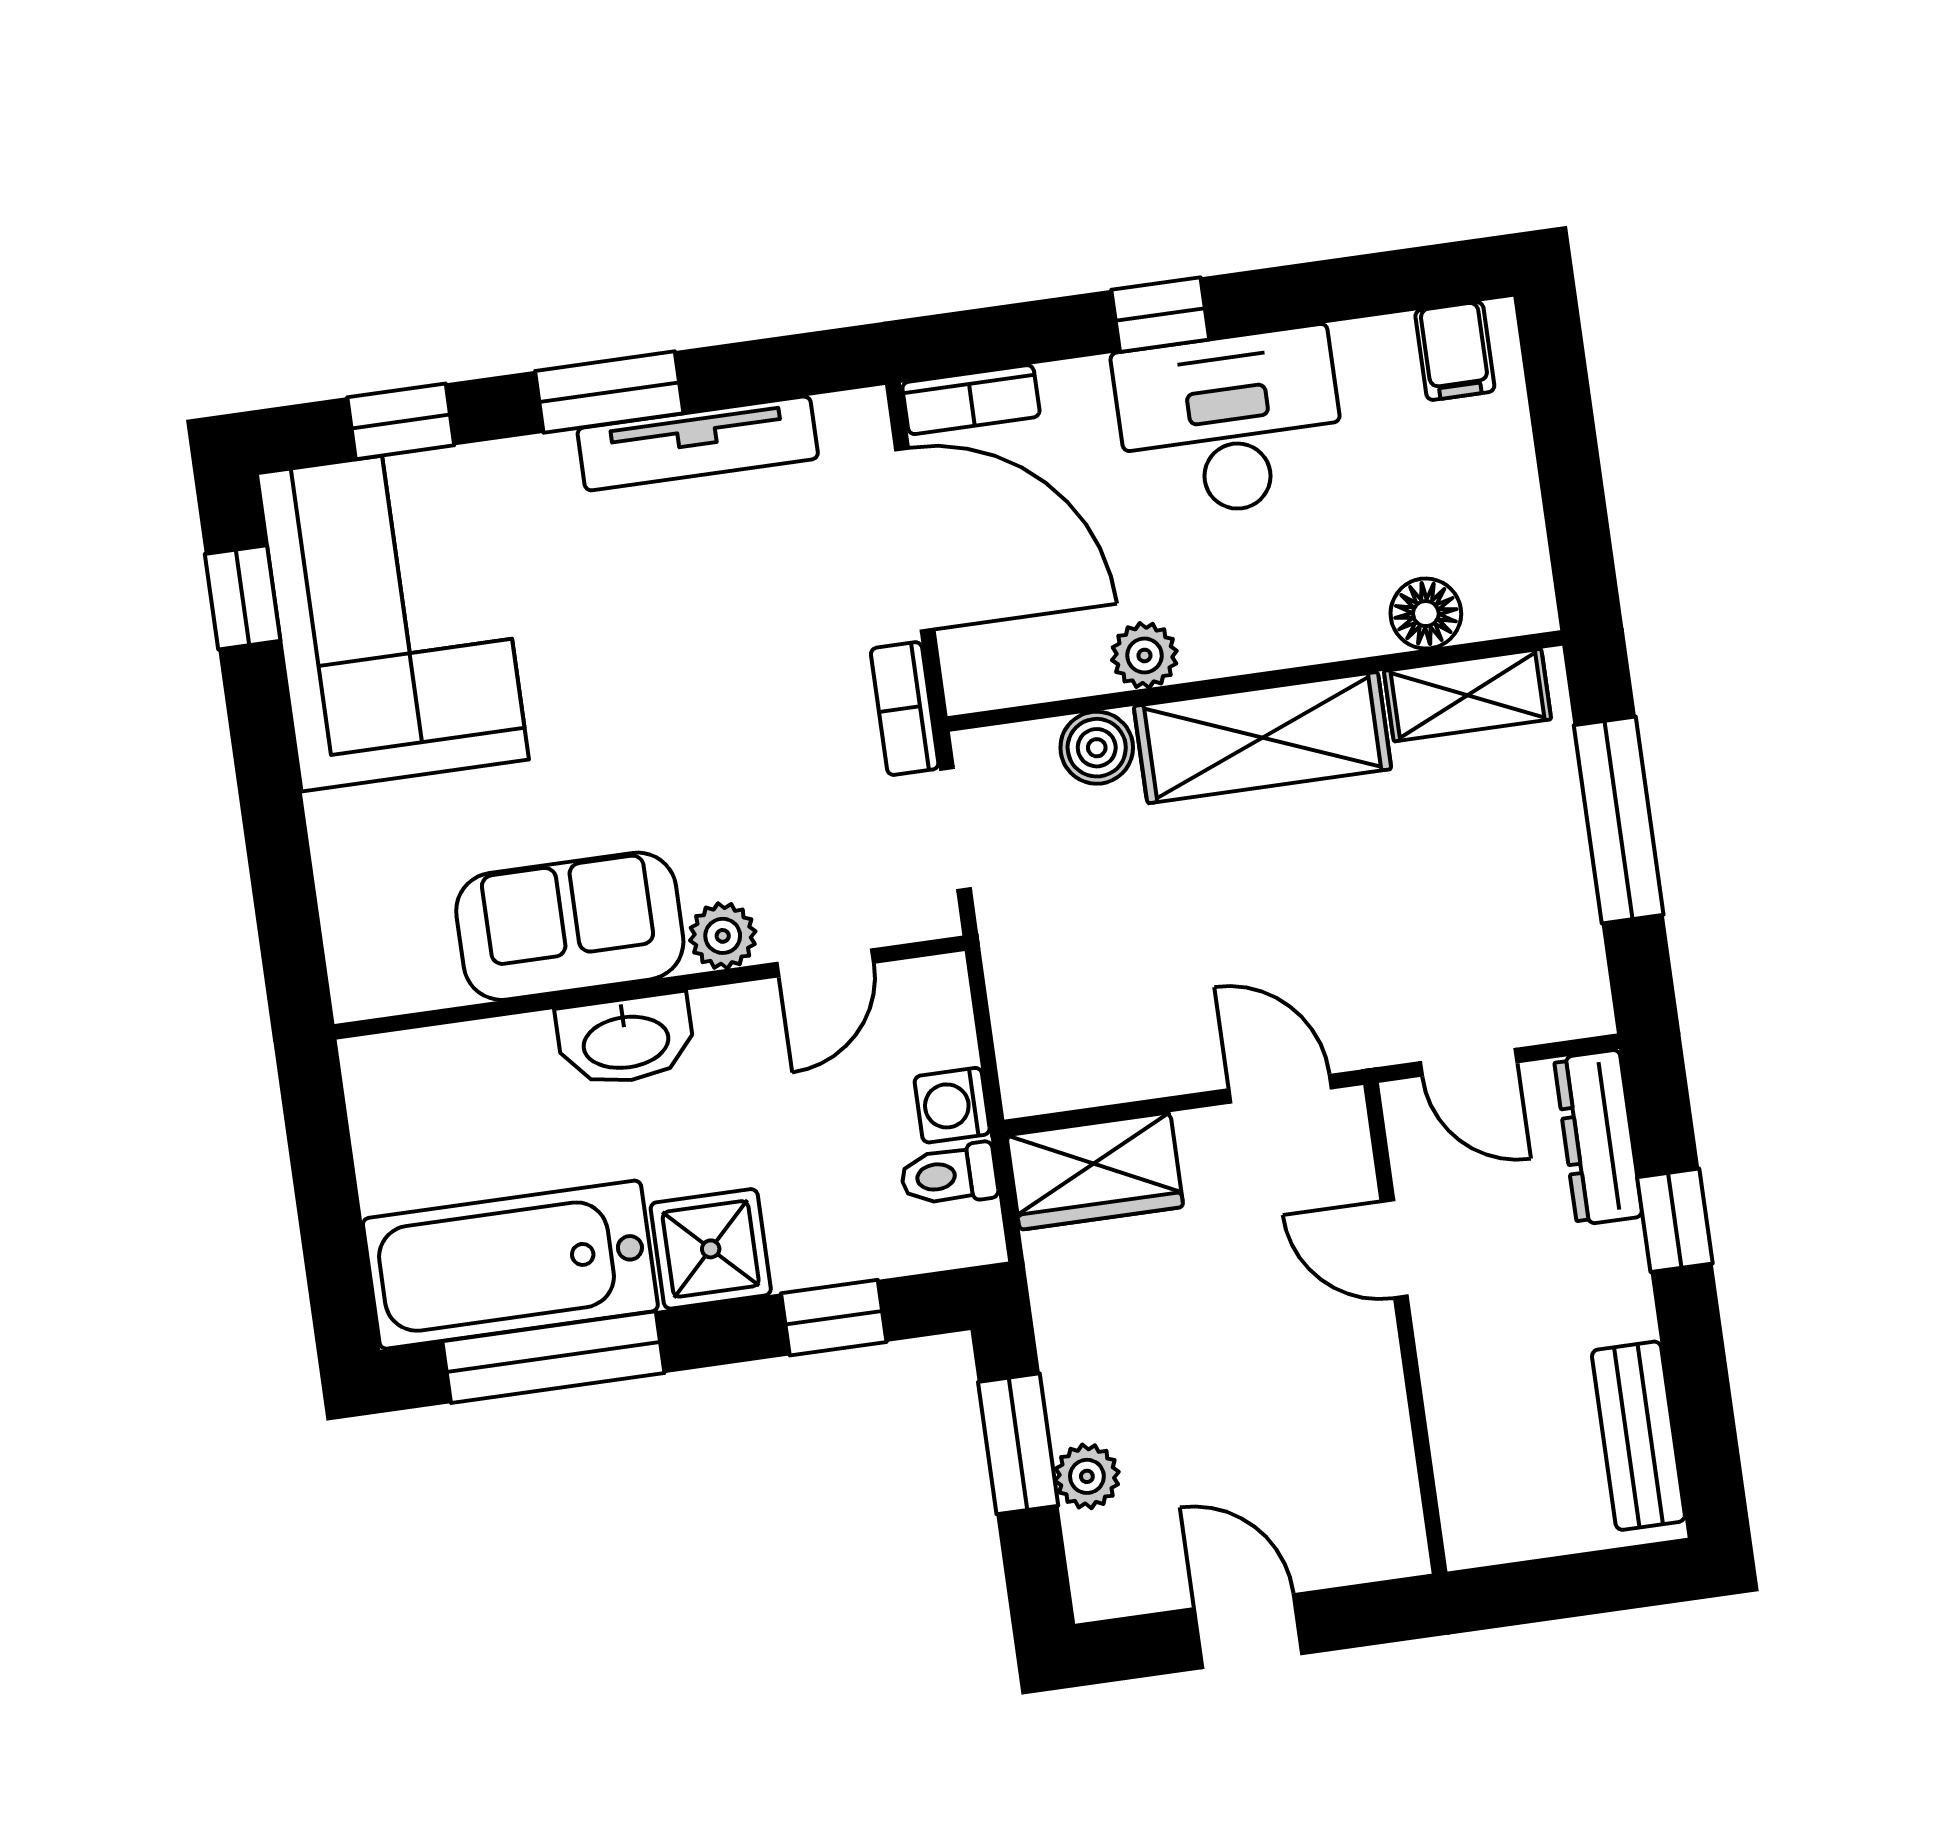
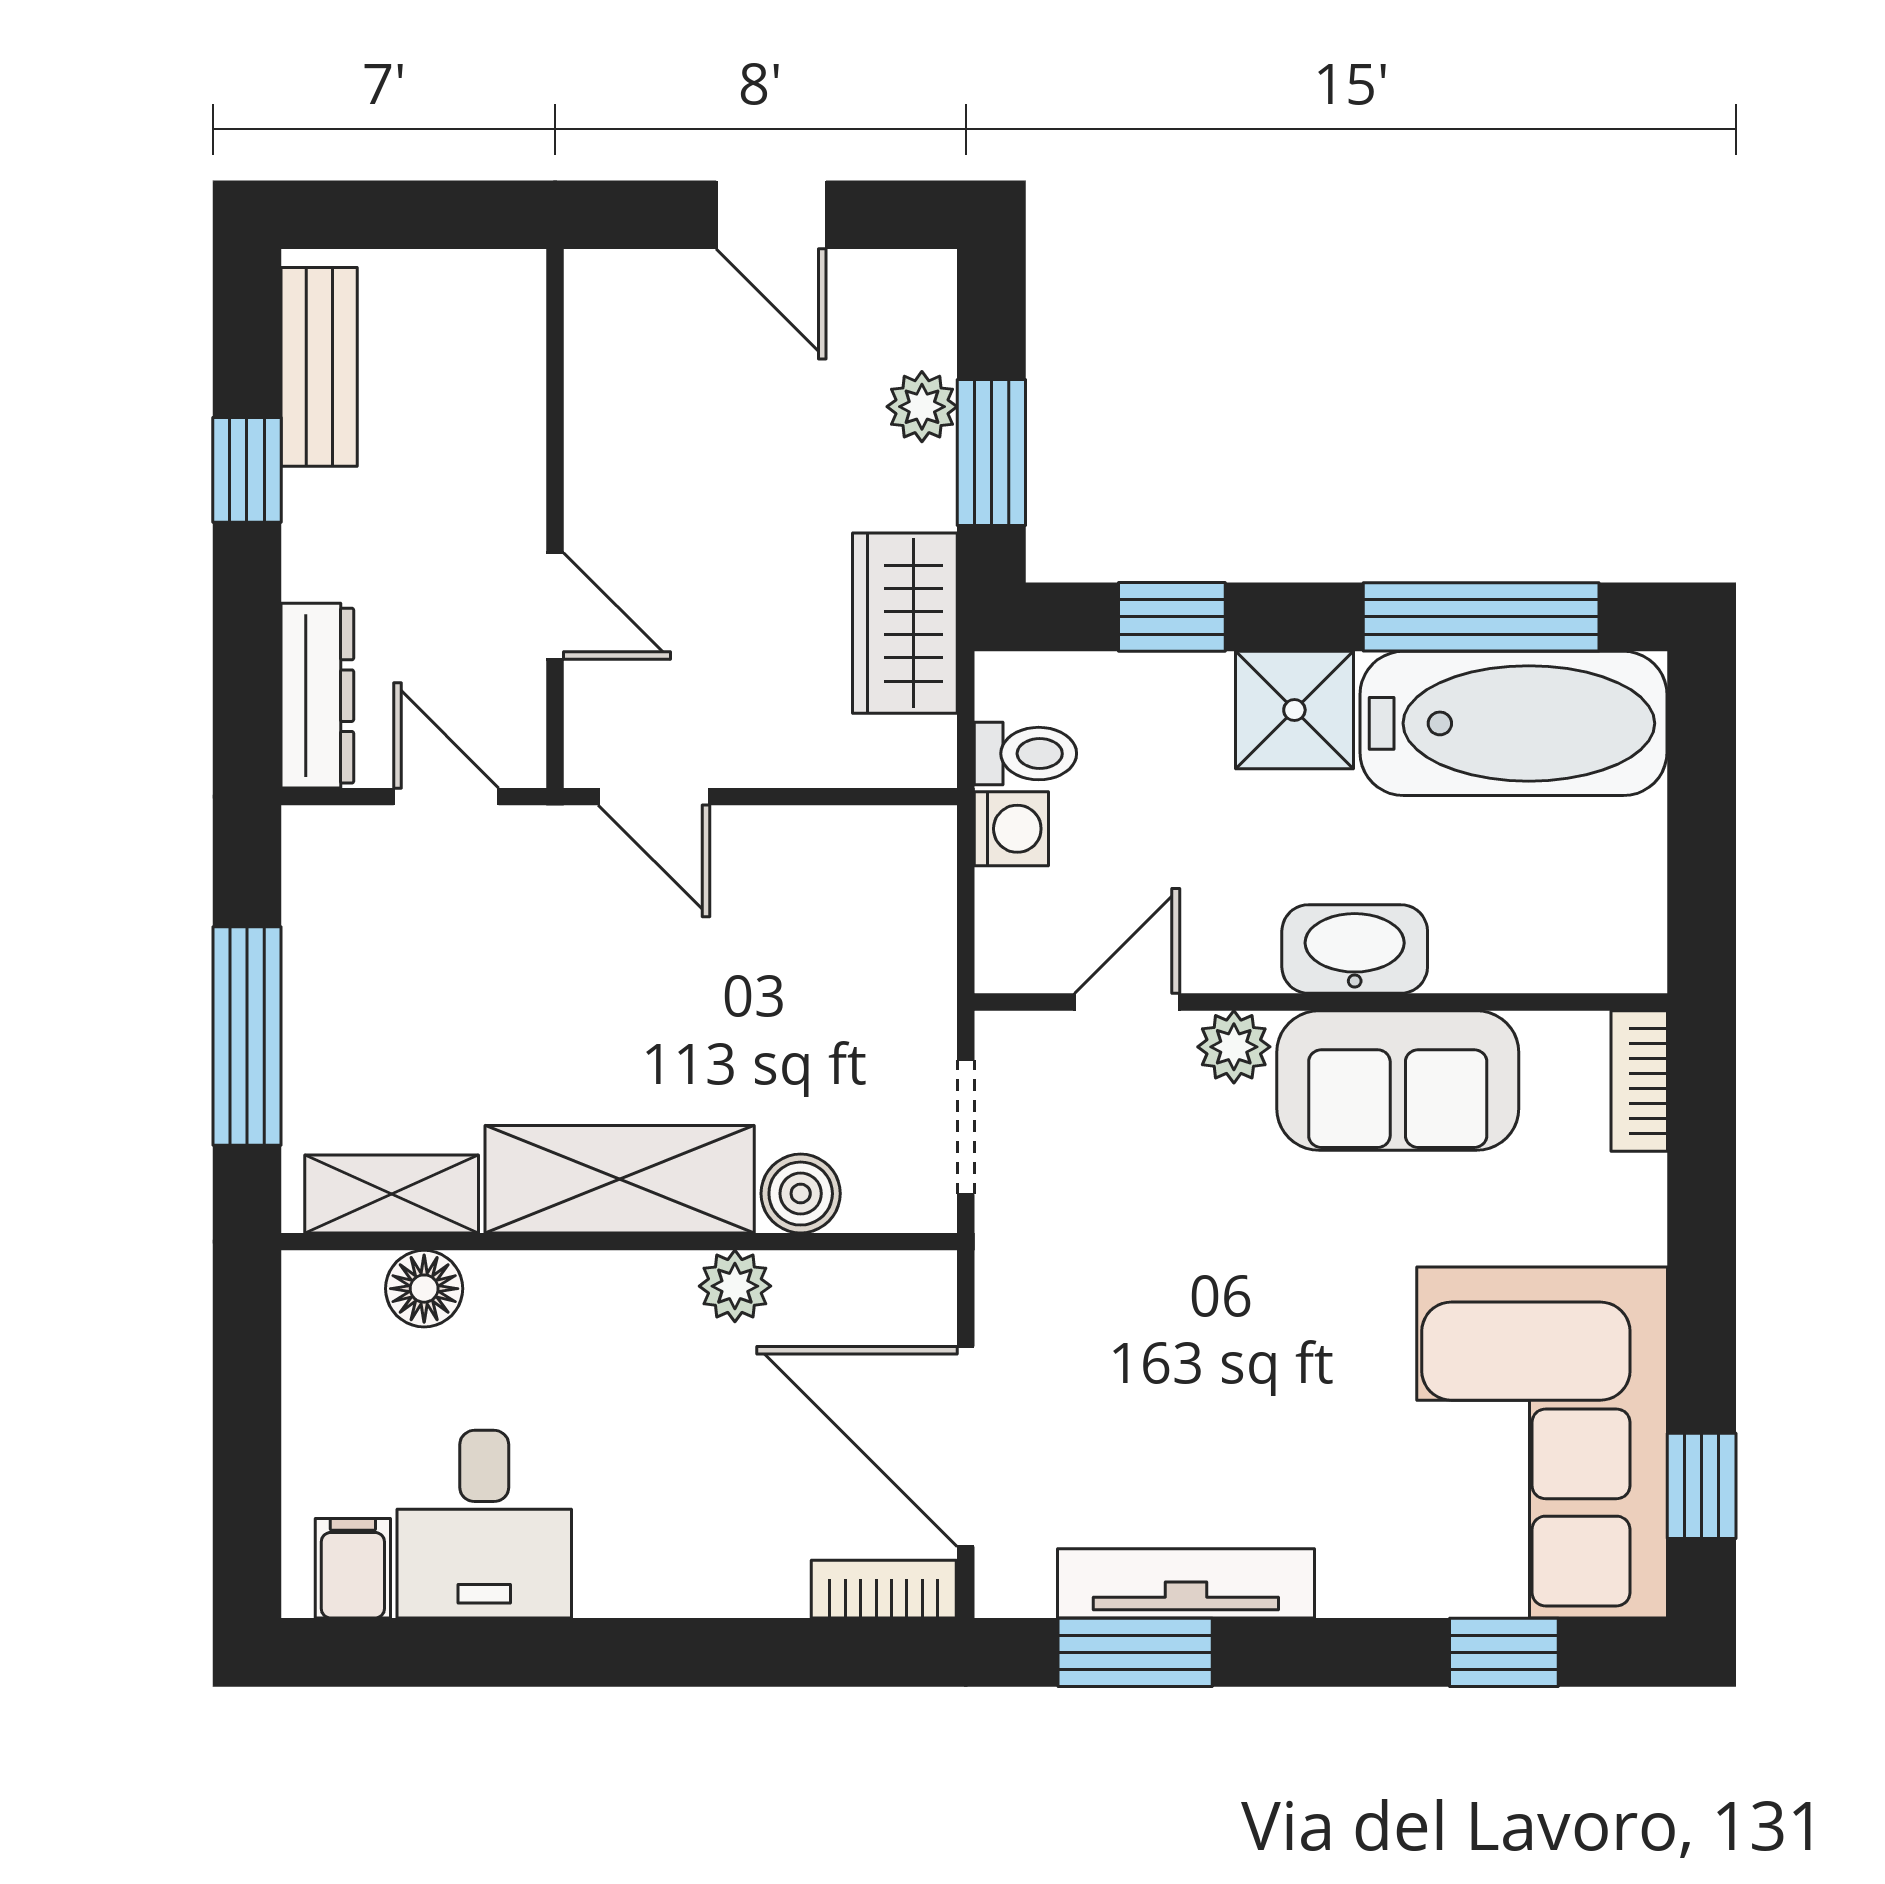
window: (1160, 315) -> (666, 1652), removed
window: (609, 392) -> (1135, 1652), moved
desk: (1230, 423) -> (484, 1524), moved, width x0.73
bookcase: (905, 709) -> (1639, 1081), moved, turned 180
wardrobe: (1095, 1171) -> (905, 623), moved, turned -90
window: (1675, 1220) -> (247, 470), moved

